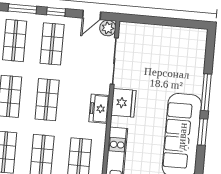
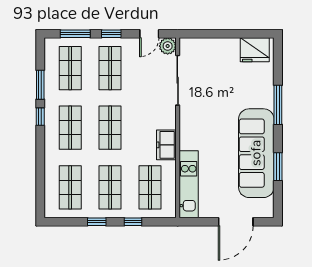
fridge: (124, 103) -> (255, 50), moved, turned 90
freezer: (99, 109) -> (166, 145), moved
window: (202, 132) -> (278, 167), moved

